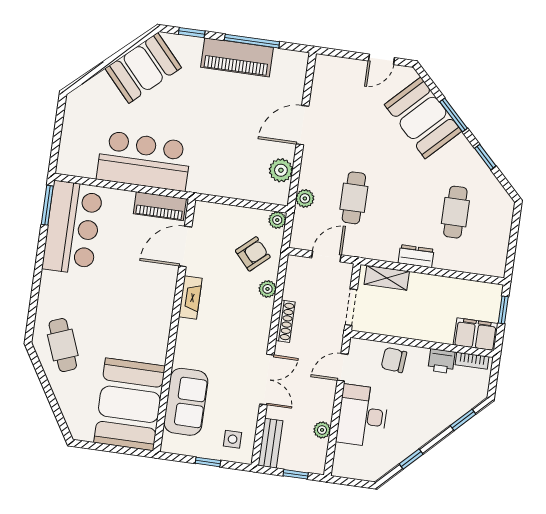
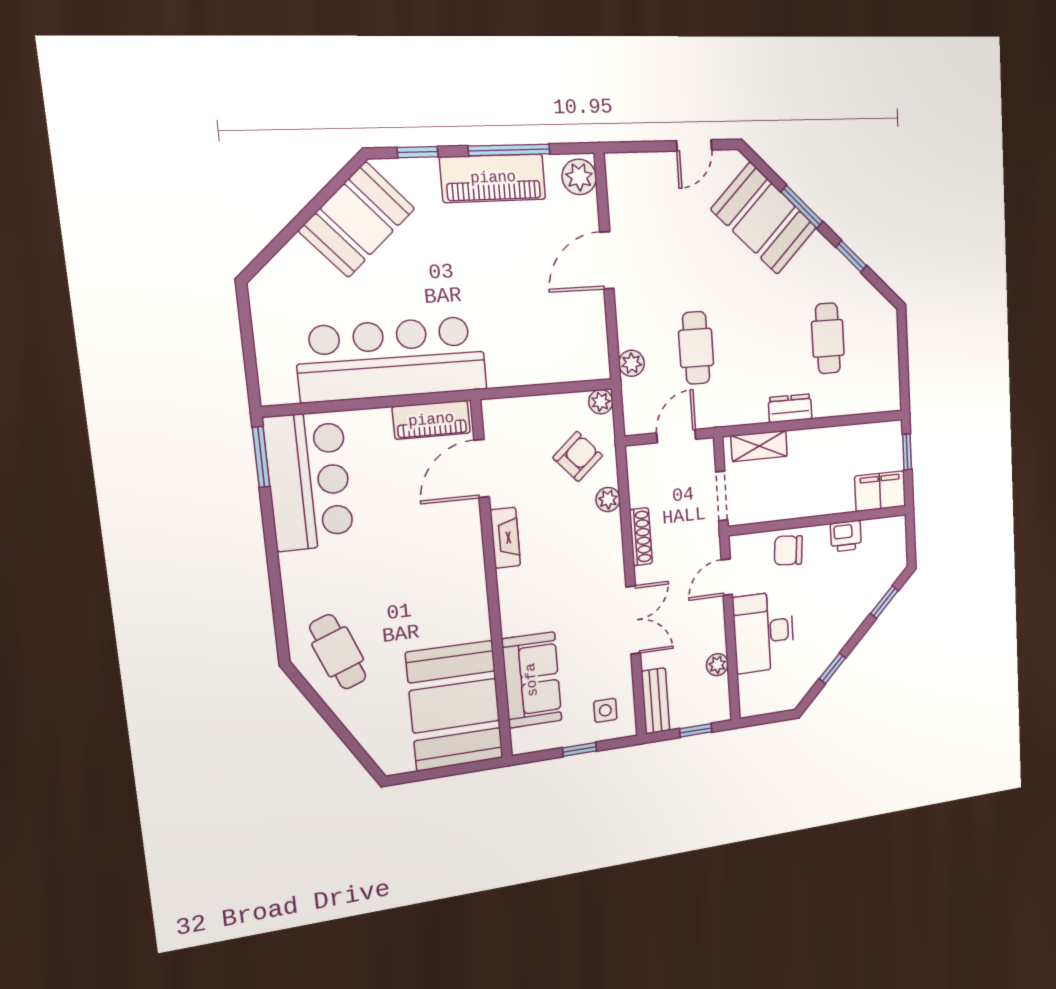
bar counter: (144, 161) -> (392, 359), width x1.36
plant: (281, 170) -> (579, 177), moved
bookcase: (472, 361) -> (882, 526), removed

